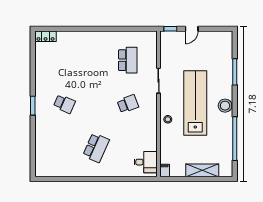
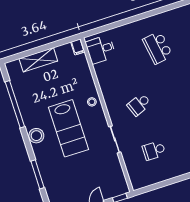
school desk: (128, 60) -> (154, 150), width x0.54
lab bench: (195, 103) -> (69, 128), width x0.73
school desk: (96, 148) -> (158, 48), turned -33

